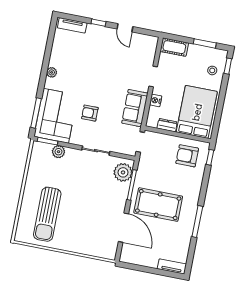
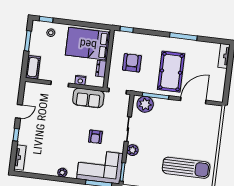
plant: (58, 152) -> (132, 150), moved
armchair: (187, 156) -> (132, 63), moved, turned 180

